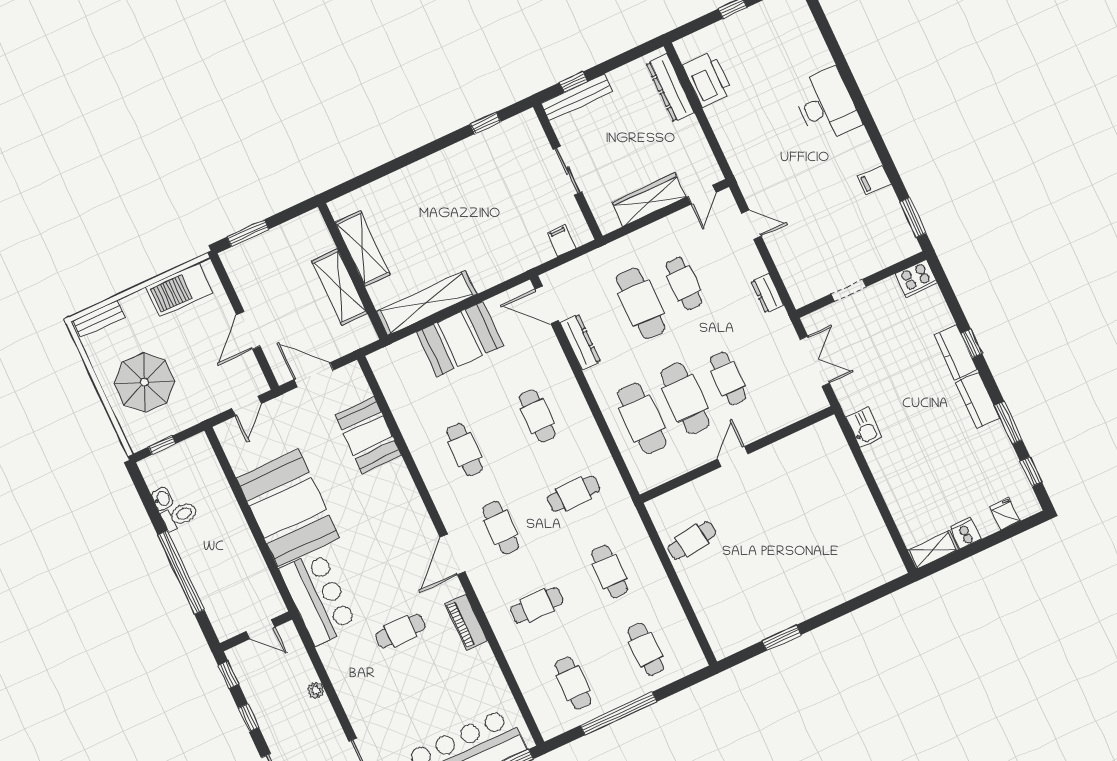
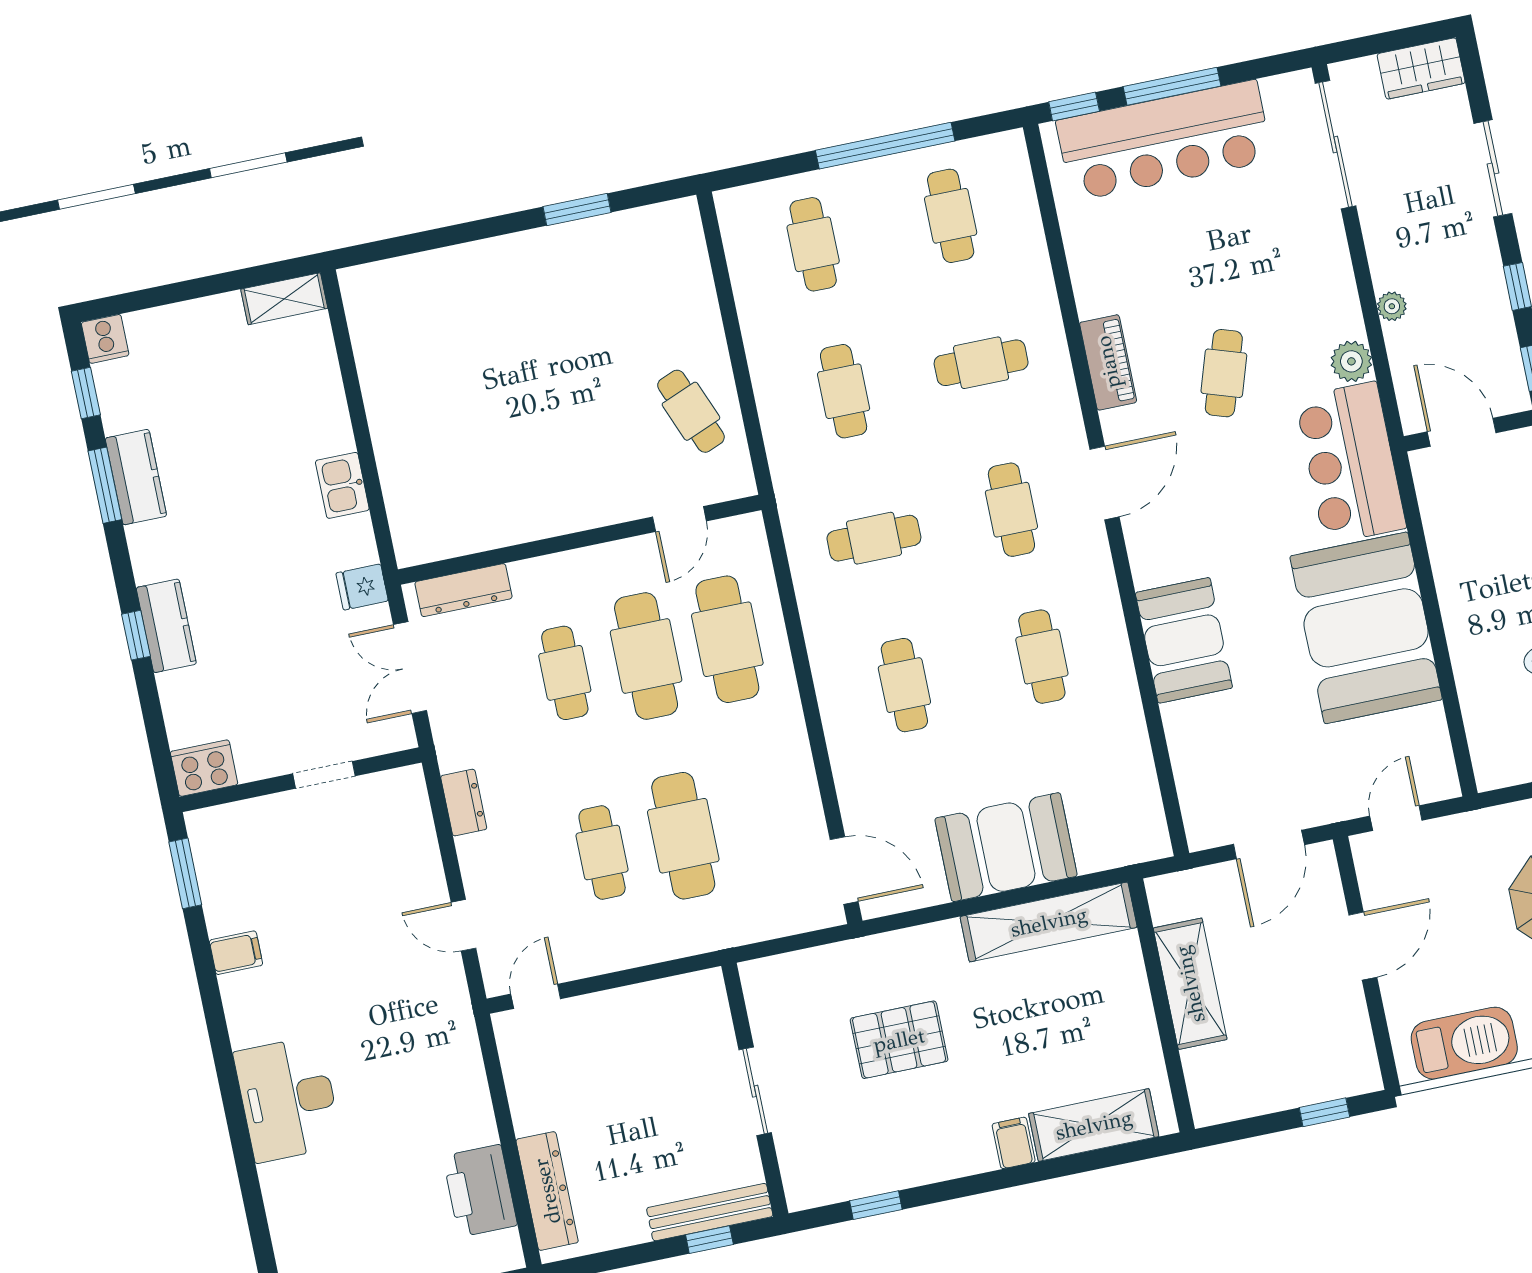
wardrobe: (649, 199) -> (627, 1009), removed
pallet: (494, 218) -> (899, 1040), added
window: (248, 233) -> (1324, 1112), width x0.67
filing cabinet: (561, 240) -> (1014, 1143), moved, turned 180
shelving: (363, 249) -> (1094, 1125), moved, turned 90
dresser: (580, 342) -> (463, 590), moved, turned -90
door: (314, 375) -> (1269, 845), hinge flipped
kitchen counter: (978, 400) -> (136, 477), moved
kitchen sink: (864, 427) -> (342, 485), moved
booth: (368, 435) -> (1184, 640), moved
door: (733, 456) -> (679, 519), moved
fridge: (1005, 514) -> (362, 587), moved, turned 90
cooker: (965, 533) -> (105, 339), moved
cafe table: (692, 540) -> (691, 411), turned 76
door: (260, 629) -> (1462, 432), width x1.38
cafe table: (400, 631) -> (1224, 373), turned -72
plant: (331, 654) -> (1351, 361), added

